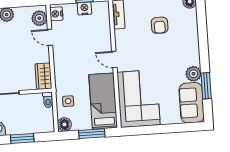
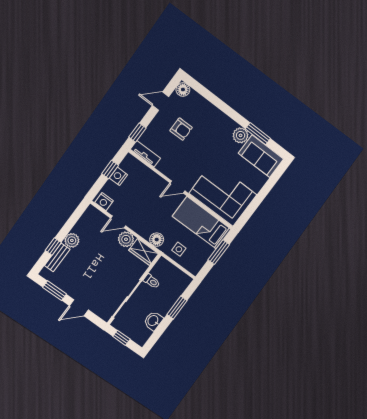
plant: (39, 18) -> (126, 239), moved
toilet: (48, 100) -> (152, 281), moved
floor lamp: (64, 124) -> (157, 240), moved

